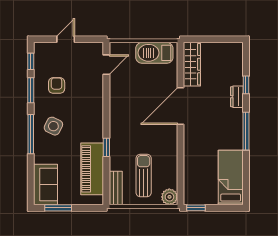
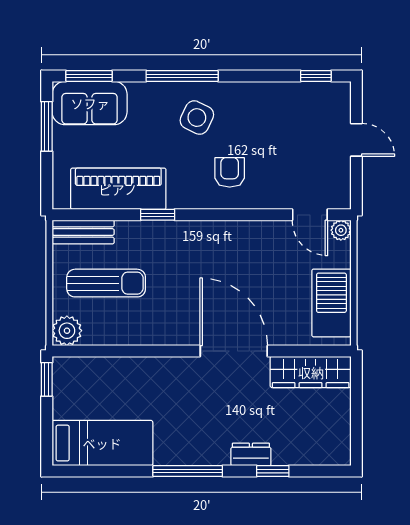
plant: (115, 48) -> (341, 230), added
armchair: (57, 85) -> (230, 172), moved, turned -90
window: (31, 90) -> (89, 76), moved

